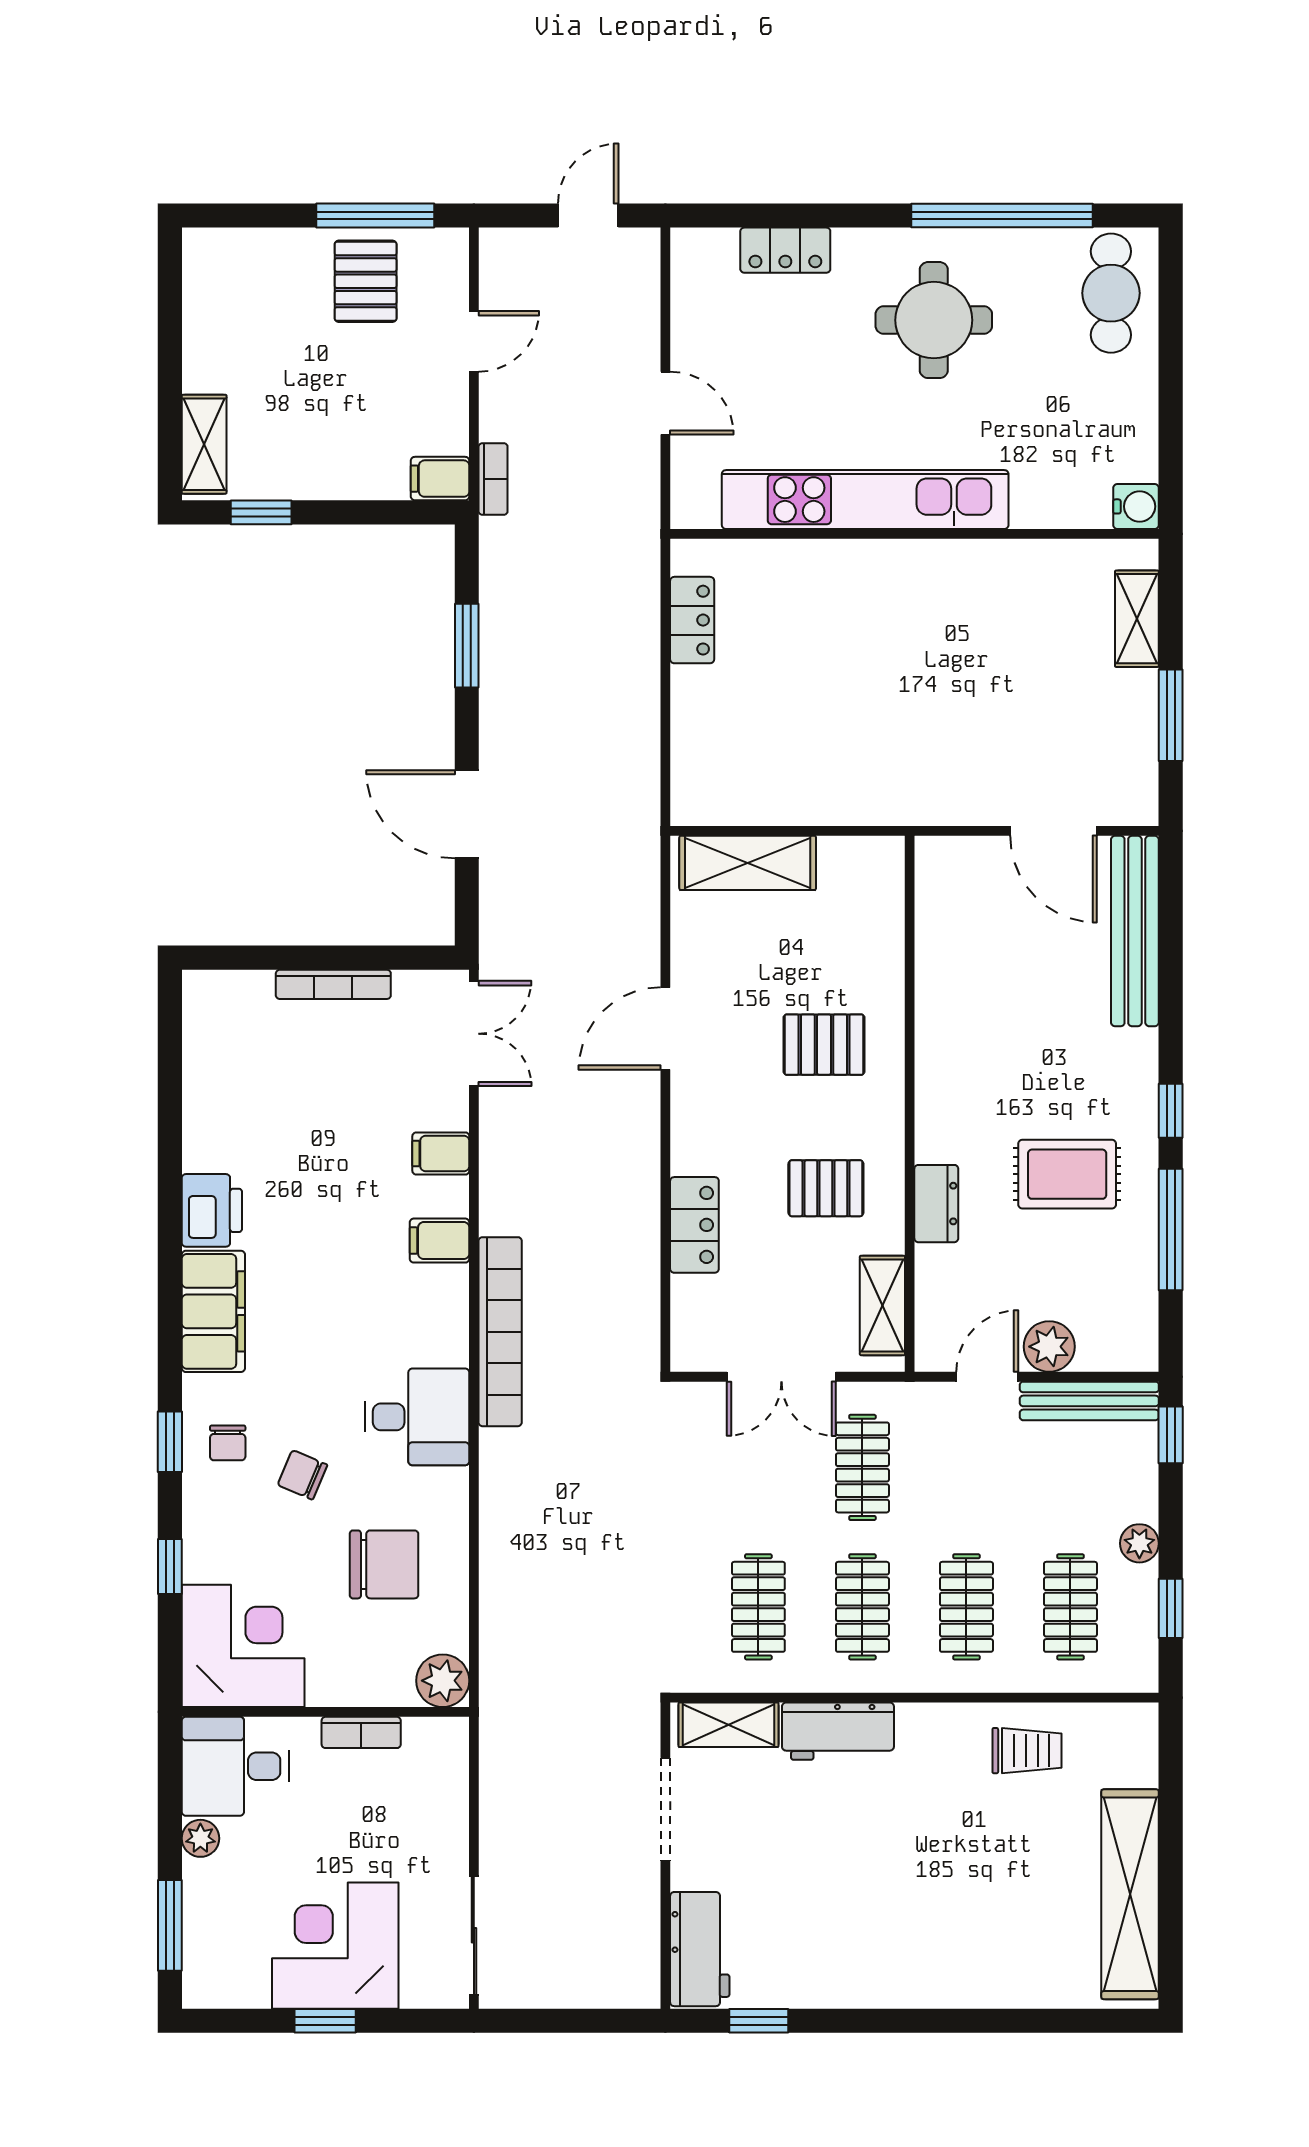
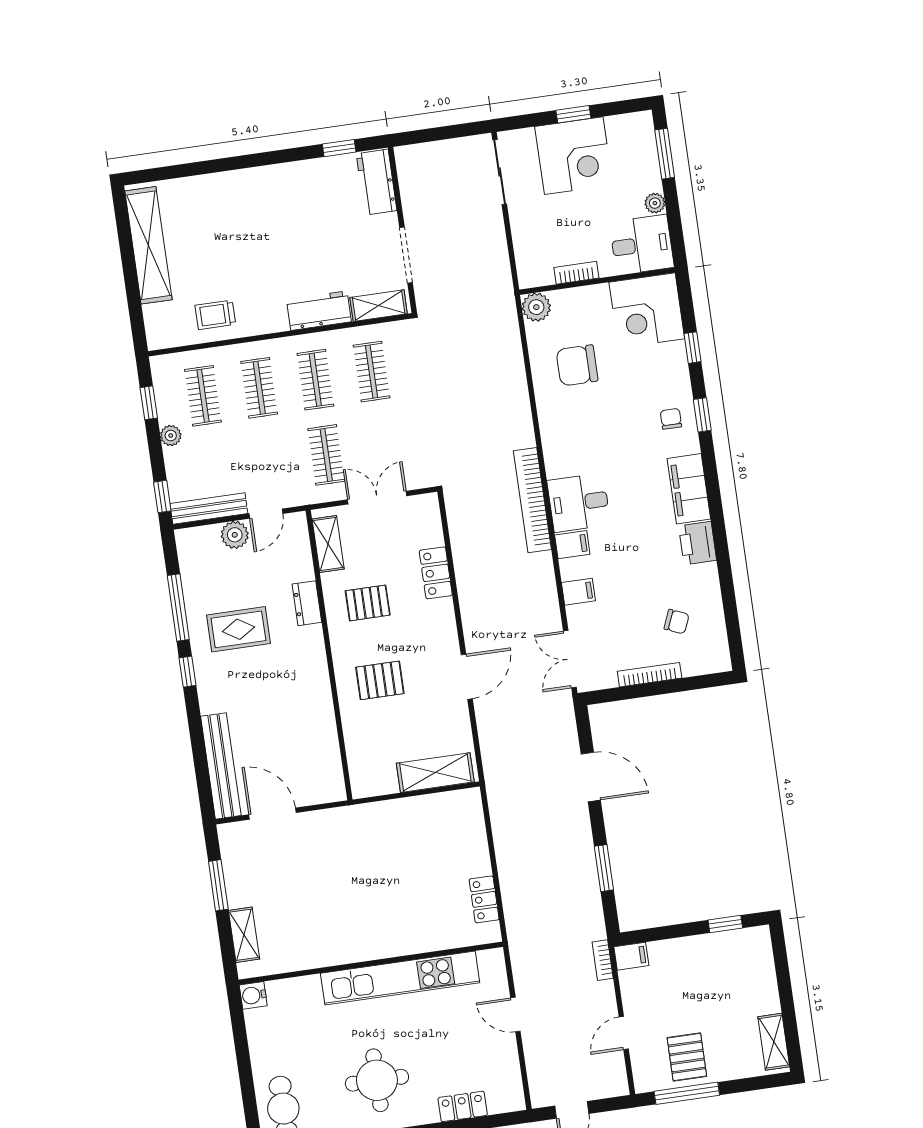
shelving: (204, 444) -> (774, 1042), moved
desk: (417, 1417) -> (579, 503), moved
chair: (302, 1475) -> (677, 622), moved

